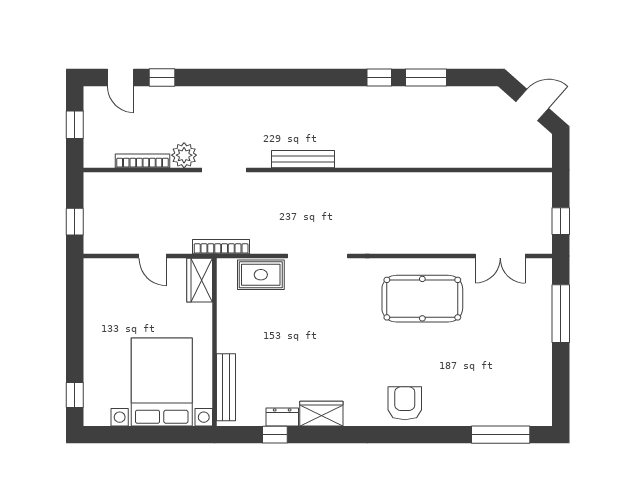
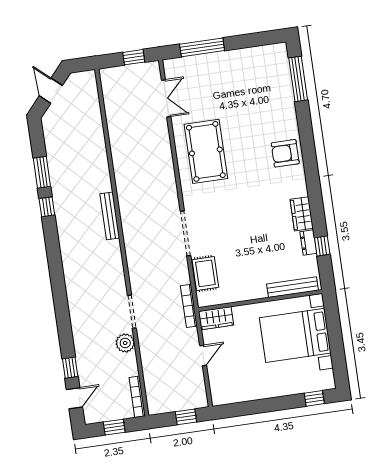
bench: (303, 159) -> (110, 216), moved
bookcase: (143, 161) -> (137, 397), moved

